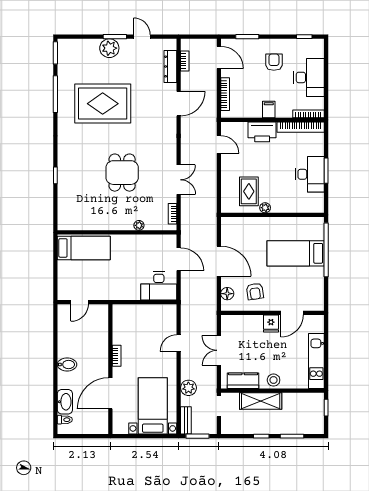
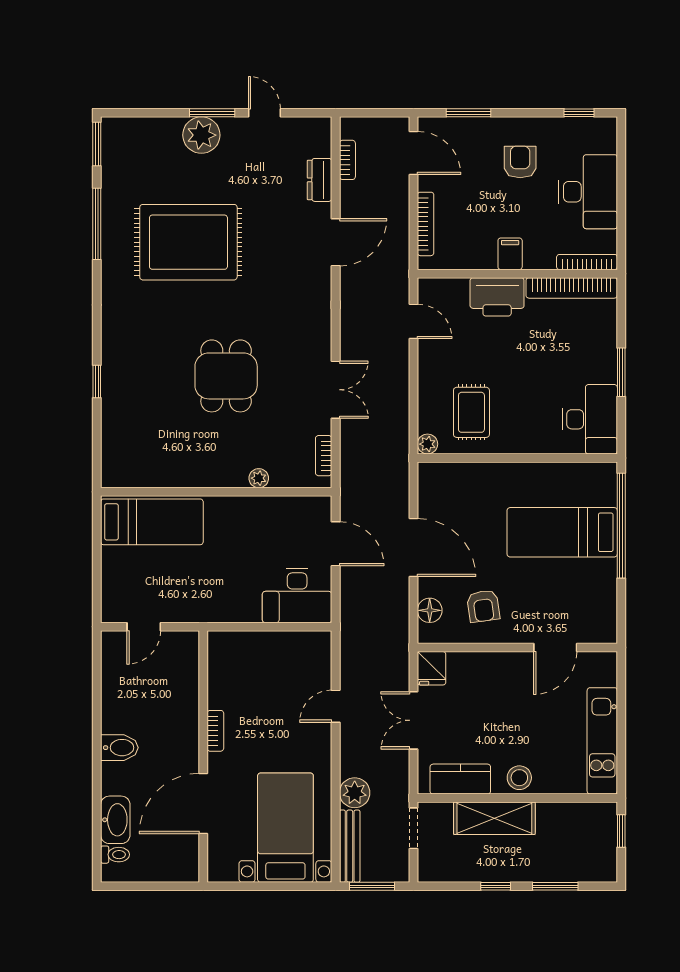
dresser: (170, 66) -> (320, 180), width x0.70
desk: (310, 174) -> (590, 419), moved
plant: (265, 208) -> (427, 444), moved
fridge: (271, 324) -> (432, 668), moved
bench: (186, 420) -> (350, 846), width x1.36

